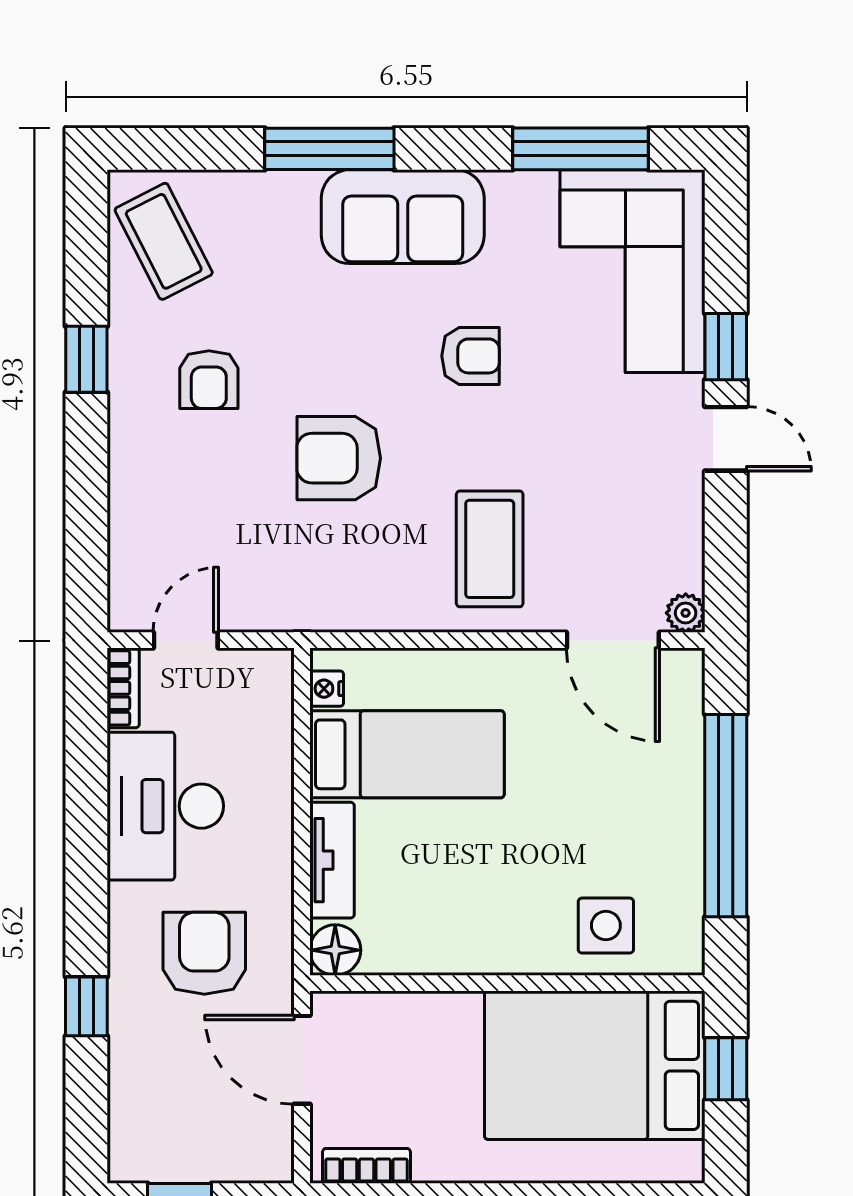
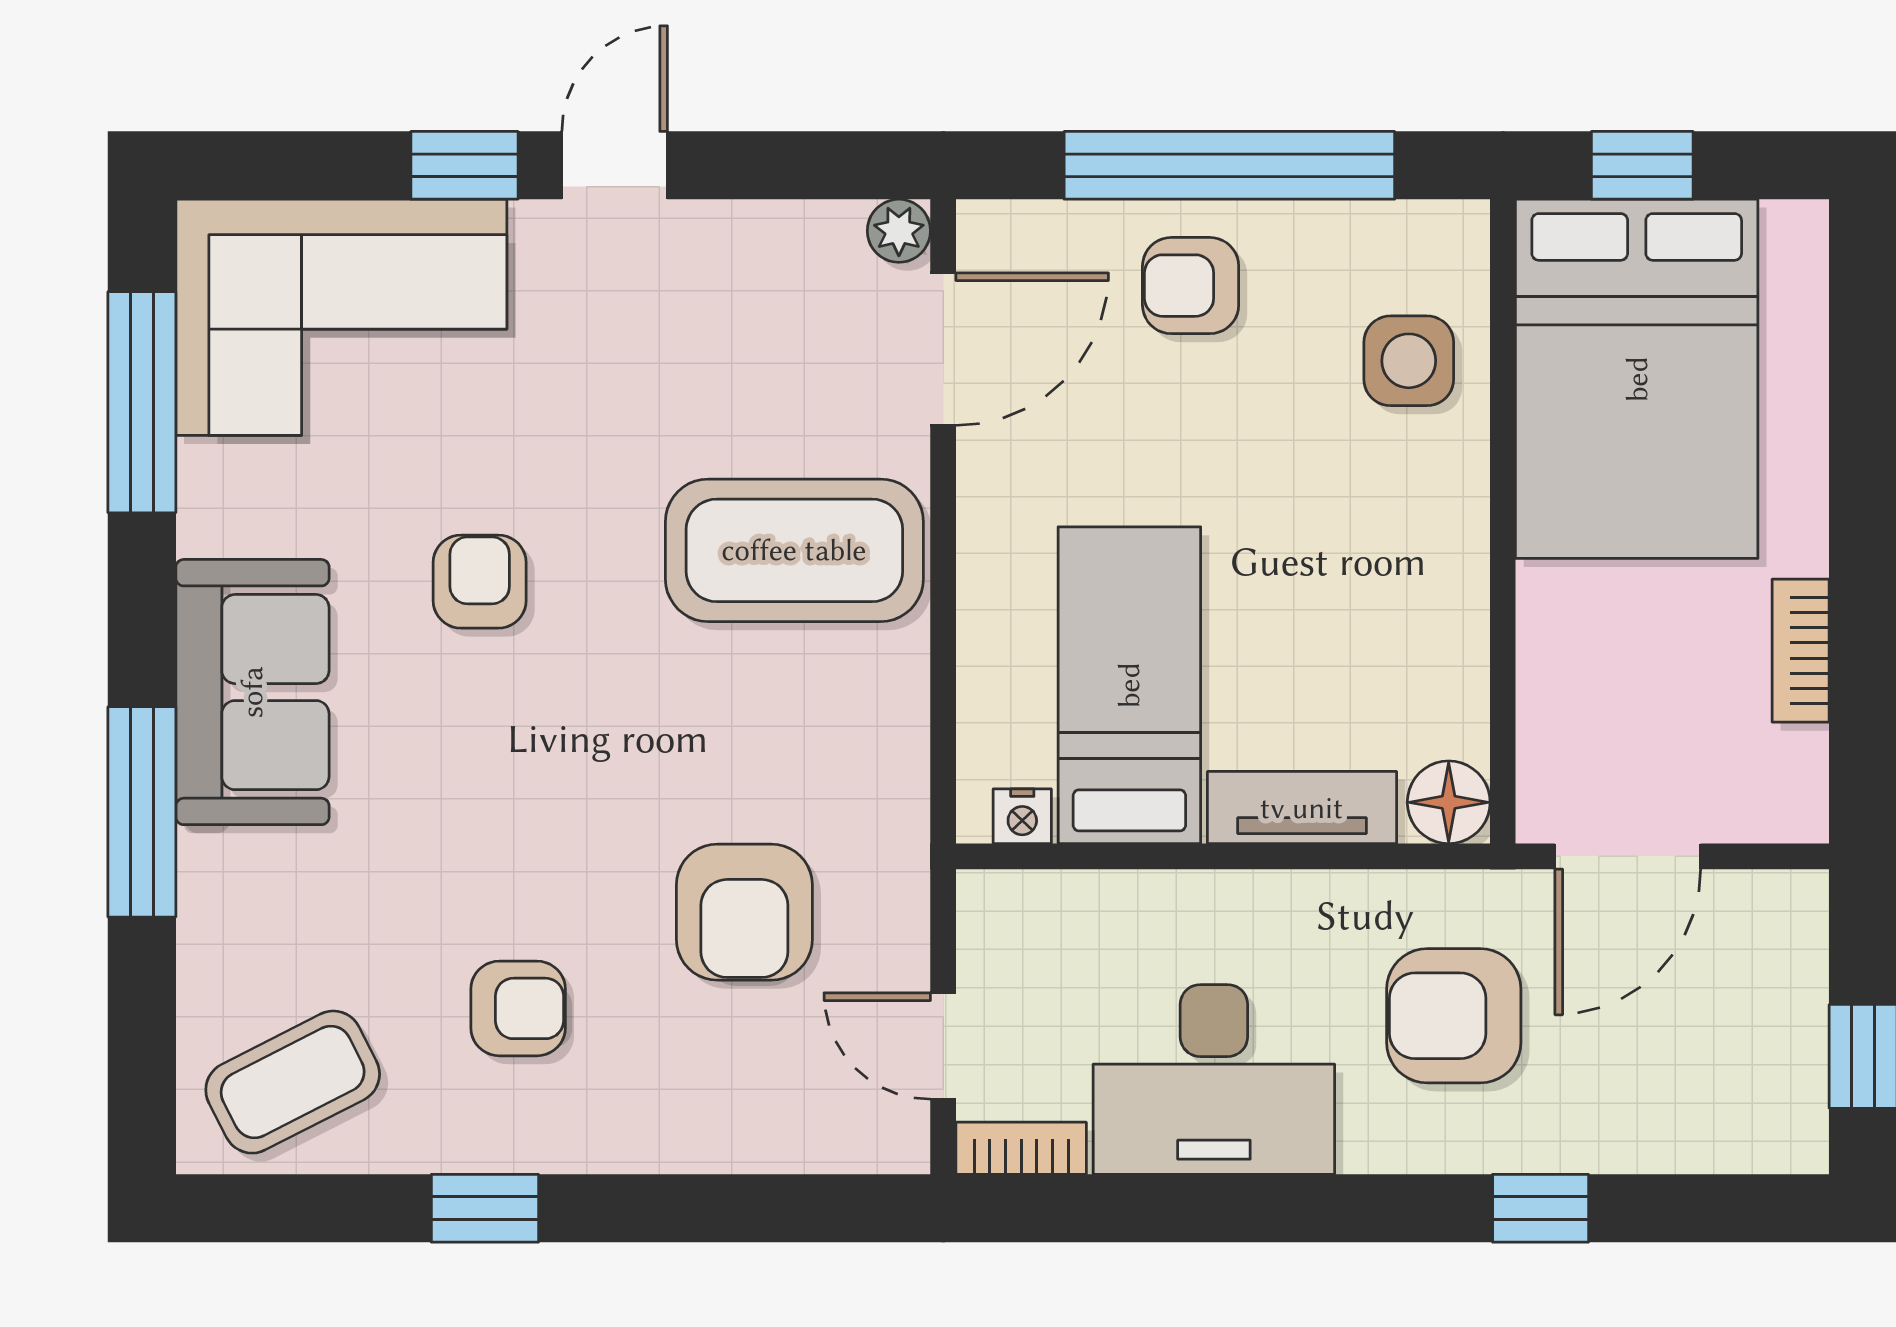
armchair: (339, 458) -> (744, 912), moved
coffee table: (490, 549) -> (794, 550), width x1.36, depth x1.32
armchair: (652, 792) -> (1191, 286), added
bookcase: (366, 1166) -> (1801, 651), moved

